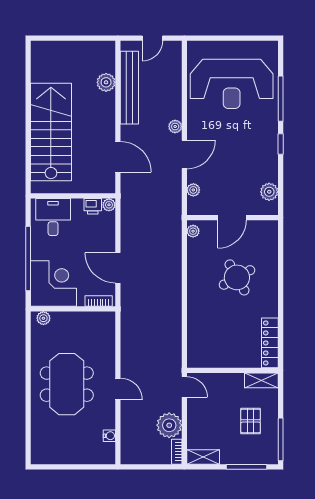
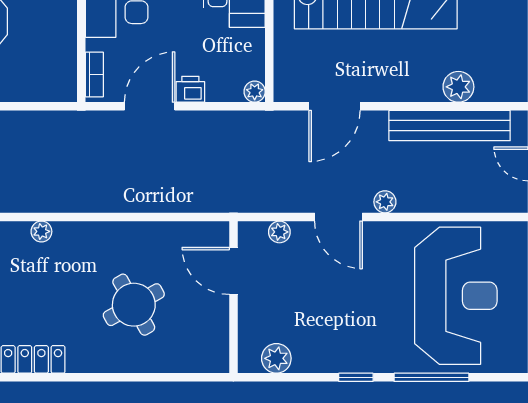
reception desk: (232, 84) -> (456, 296), turned 180
printer: (93, 206) -> (190, 89), moved, turned 90
door: (232, 218) -> (233, 271), moved
plant: (193, 231) -> (41, 231), moved

